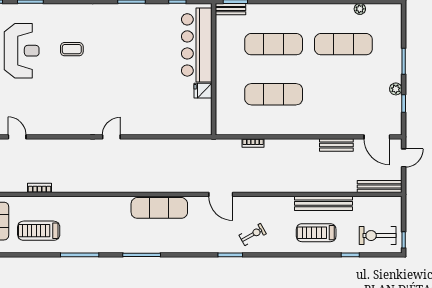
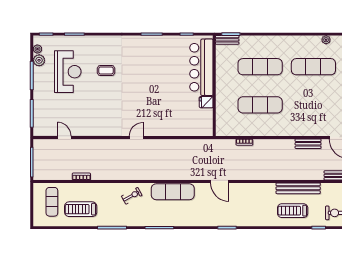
exercise bike: (253, 234) -> (132, 196), moved

